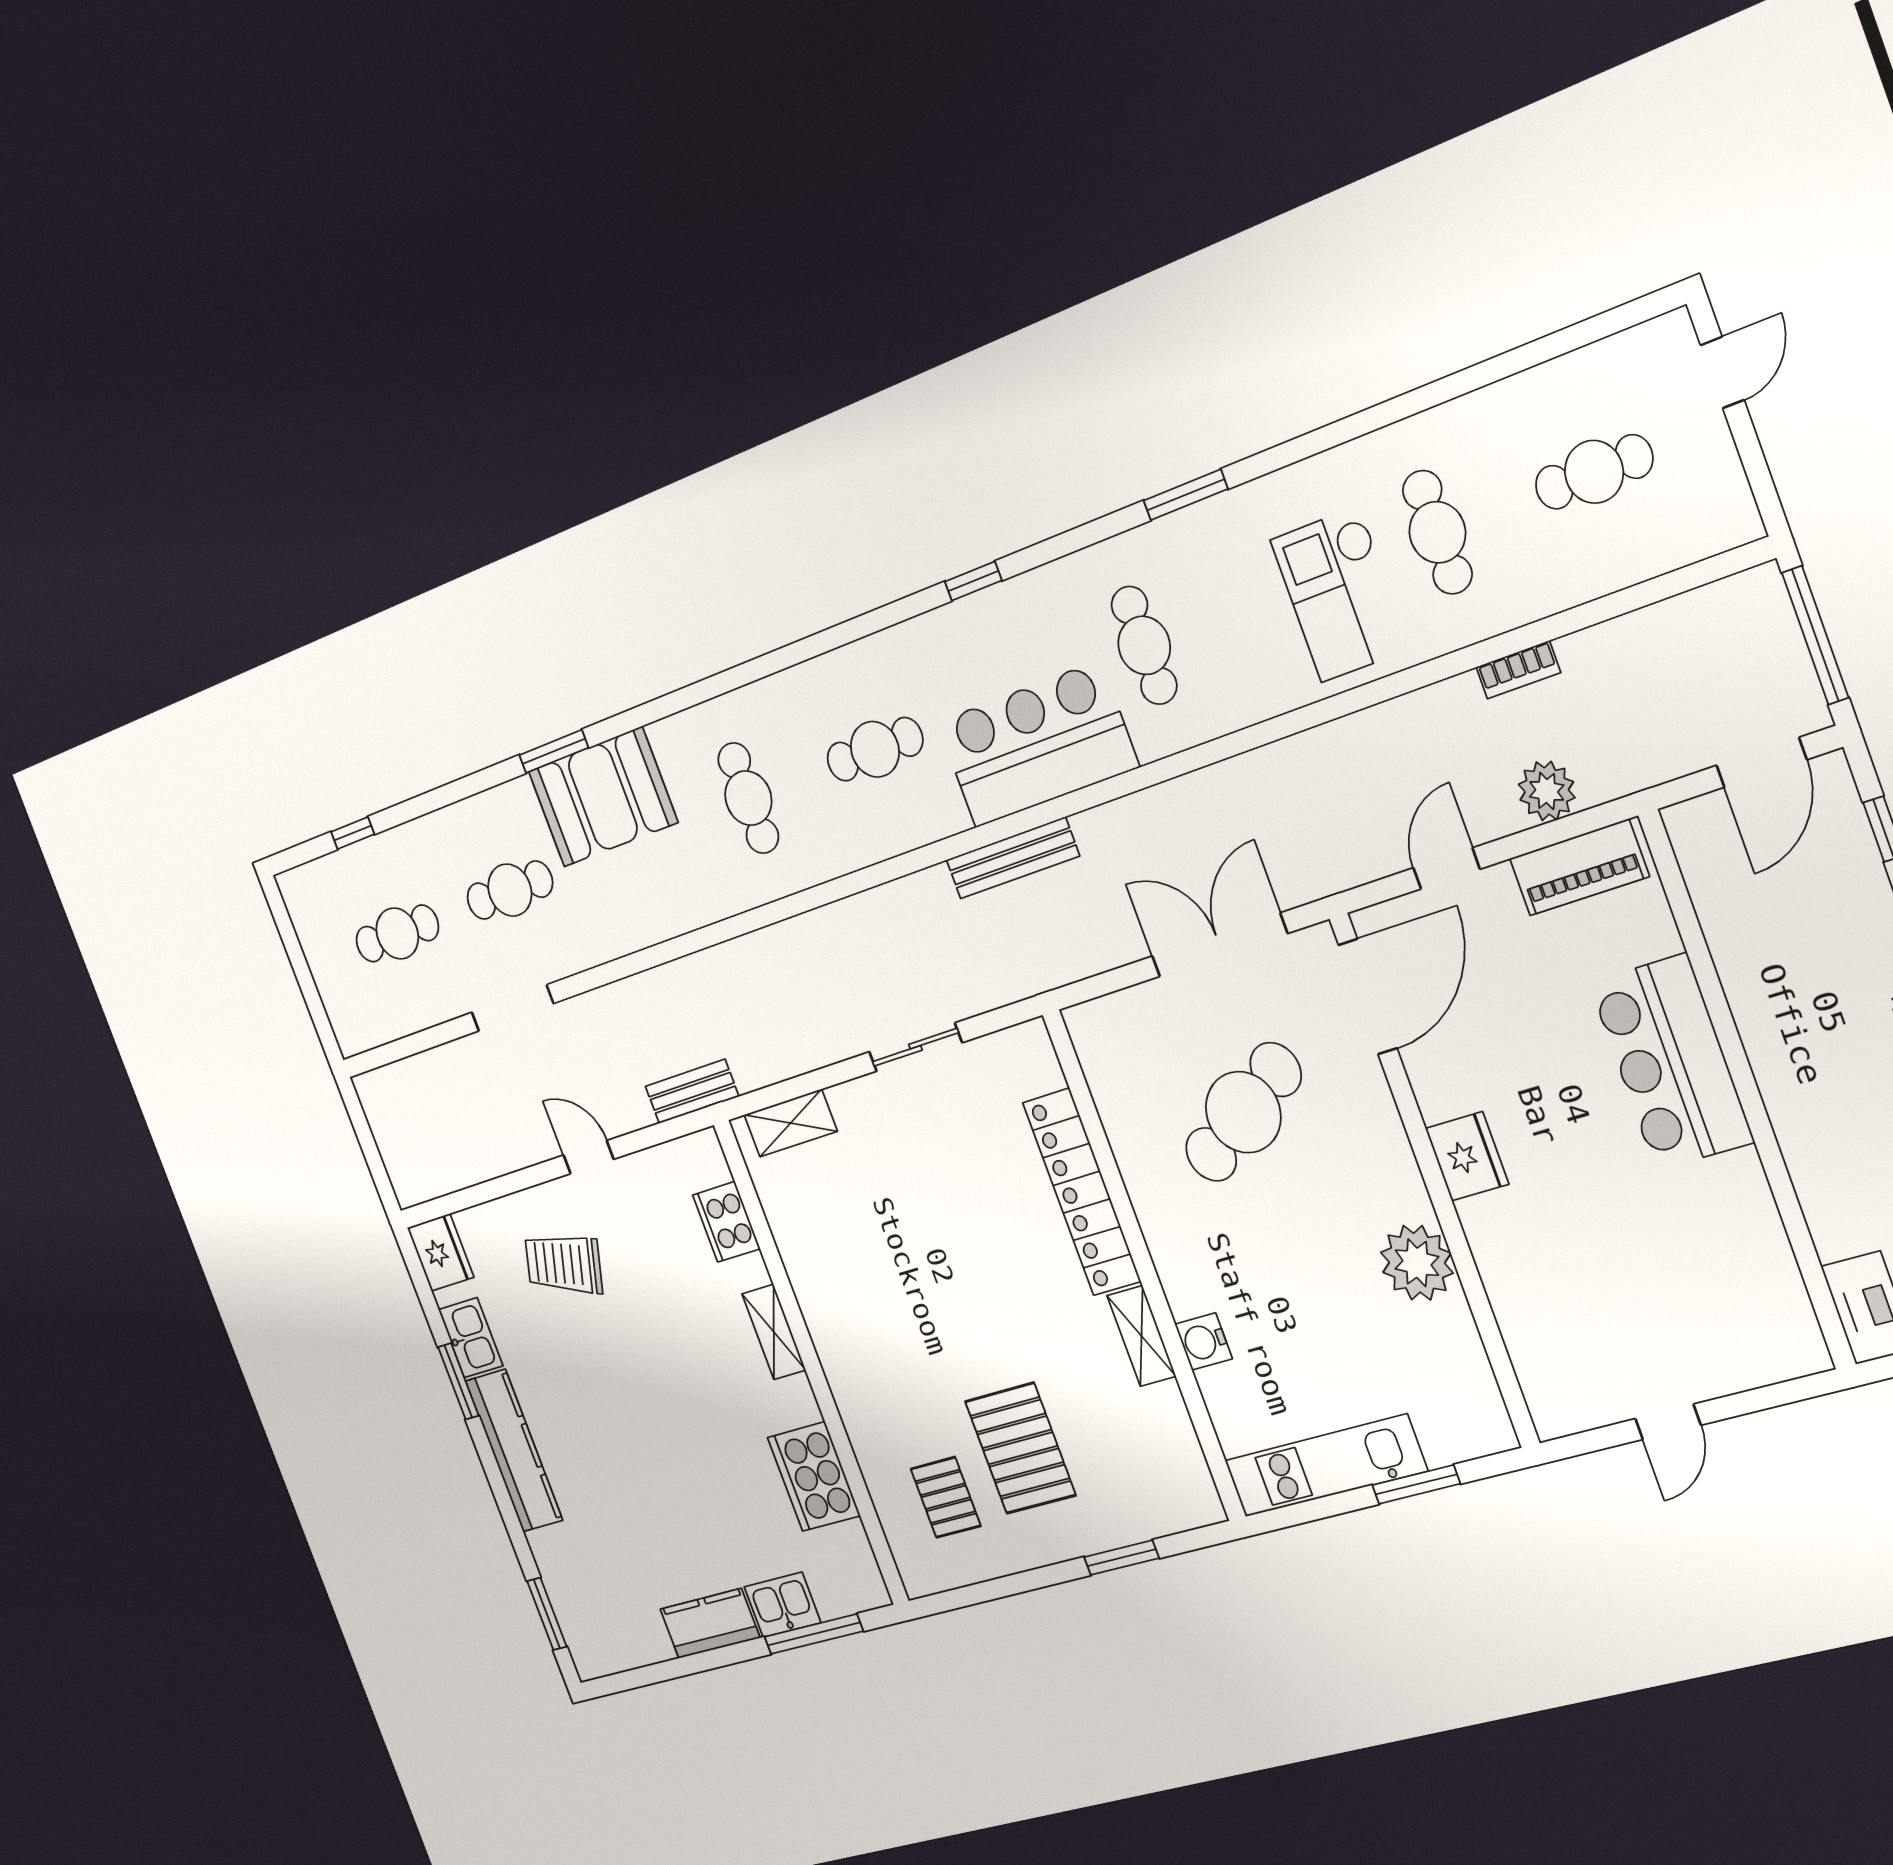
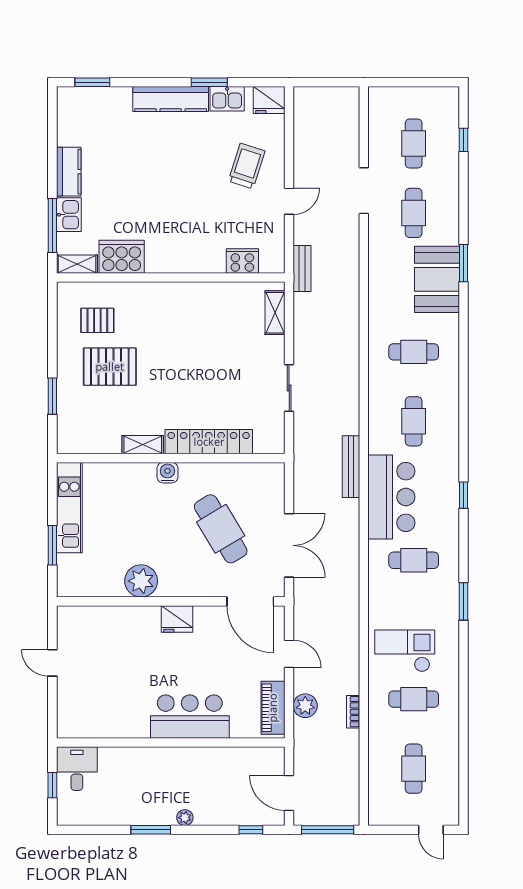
shelving: (774, 1332) -> (77, 264), moved
water cooler: (1204, 1342) -> (167, 473), moved

